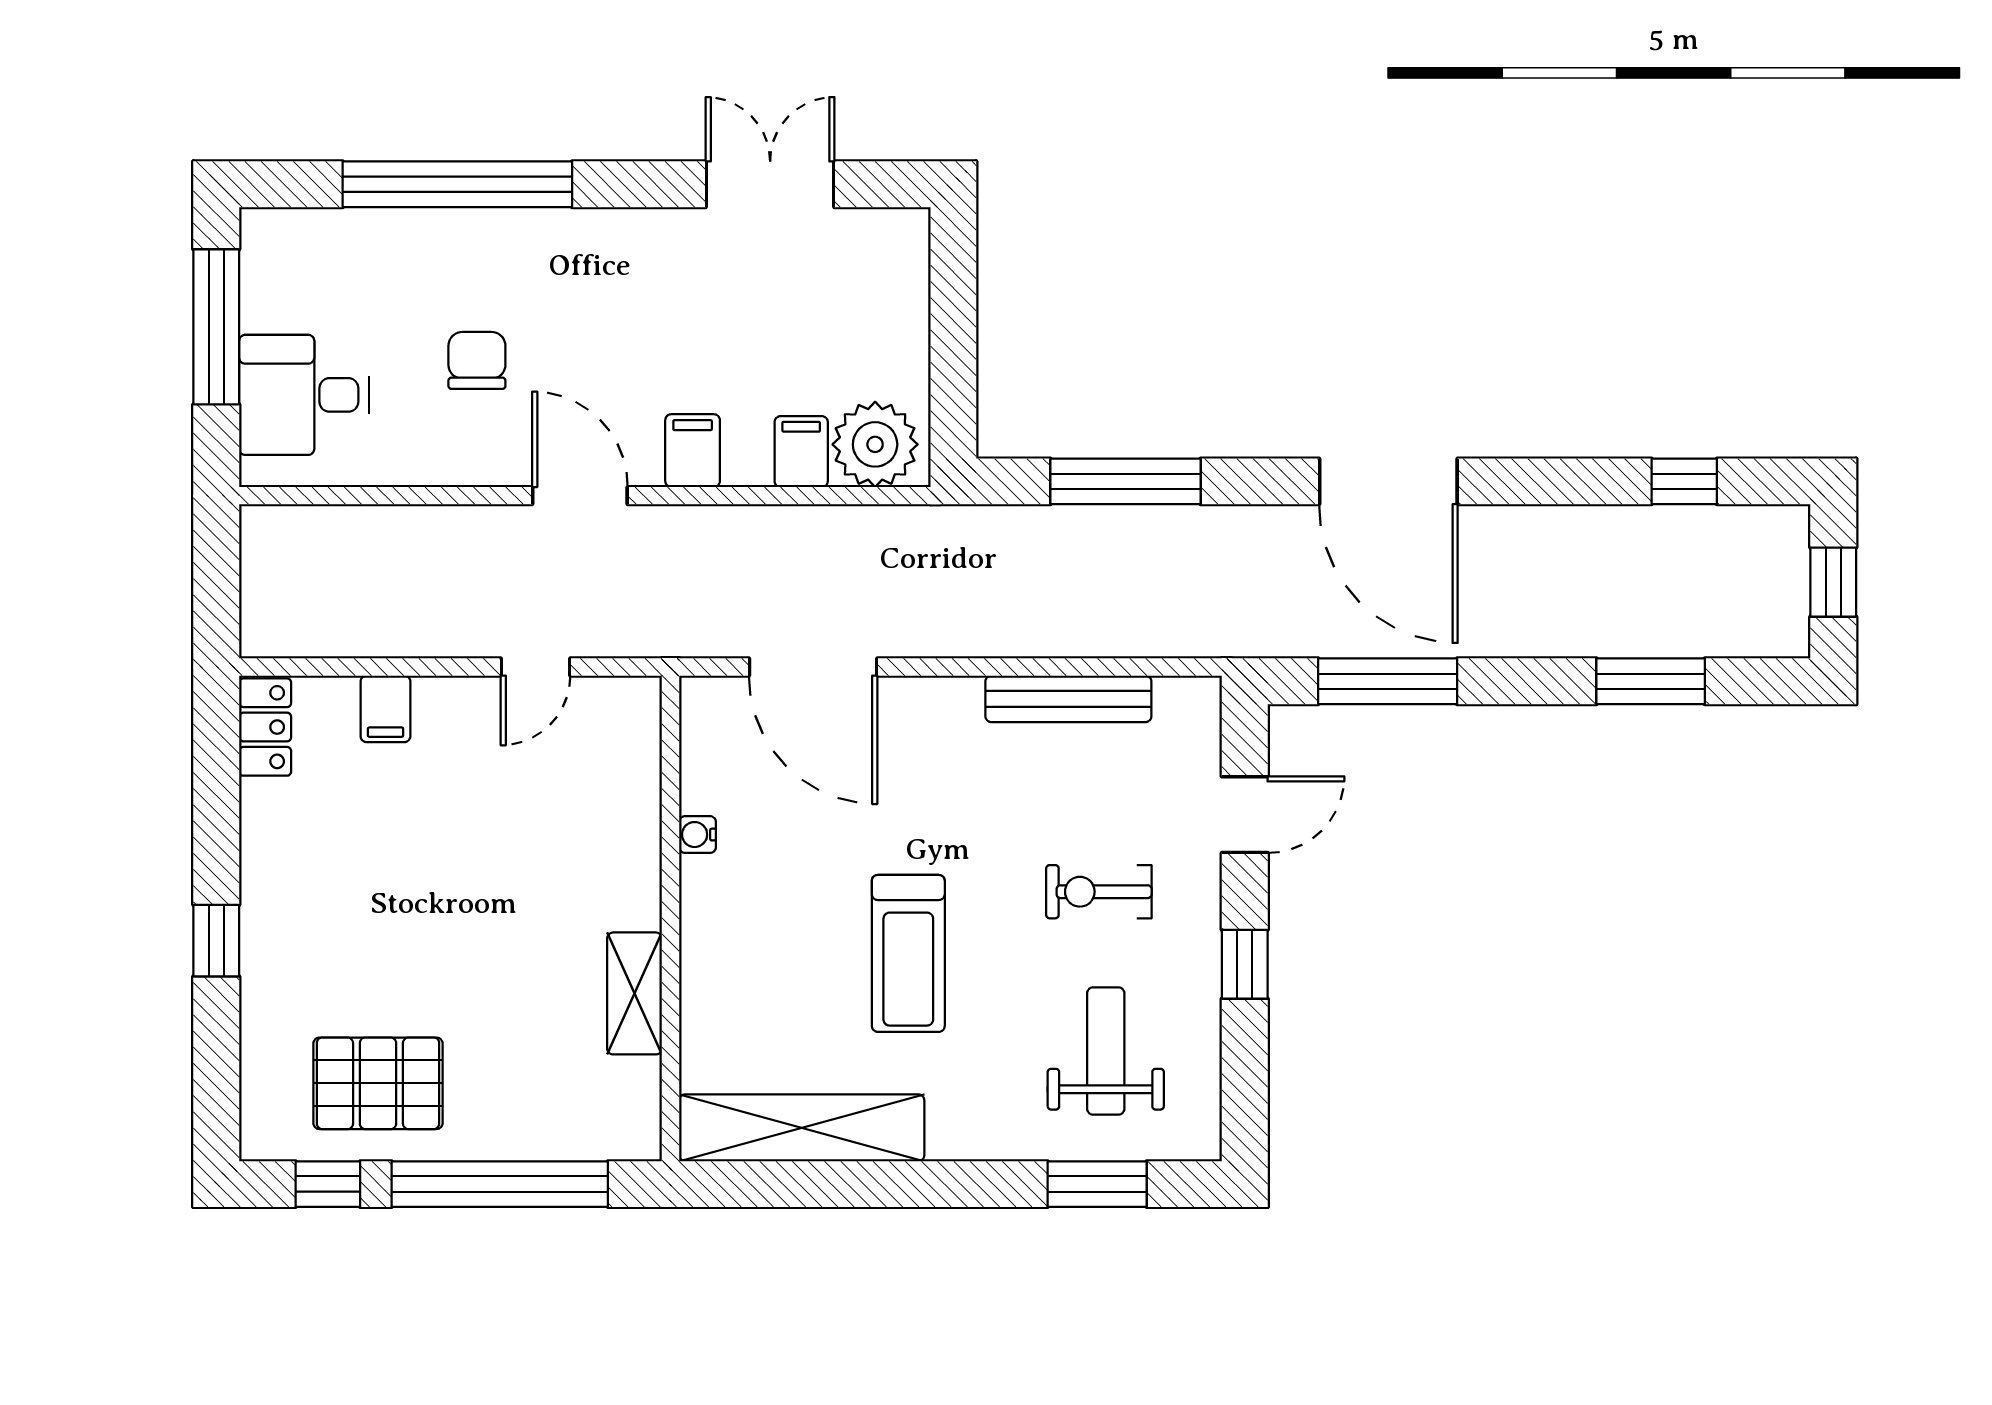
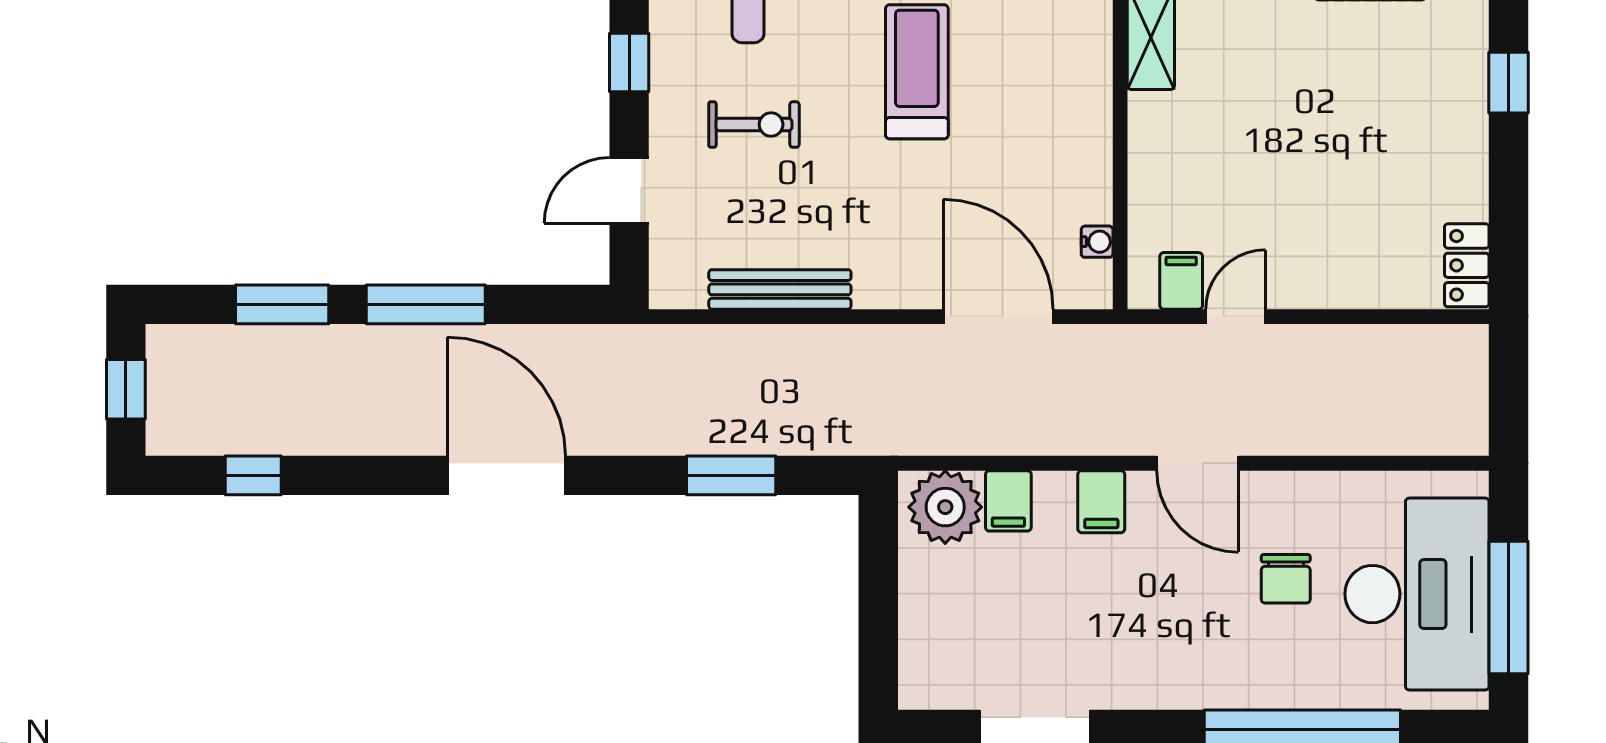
desk: (304, 395) -> (1417, 594), width x1.87, depth x1.30
window: (1126, 481) -> (731, 475), width x0.69
window: (1388, 681) -> (426, 304), moved
filing cabinet: (385, 709) -> (1181, 281), moved
water cooler: (698, 835) -> (1097, 242), moved

